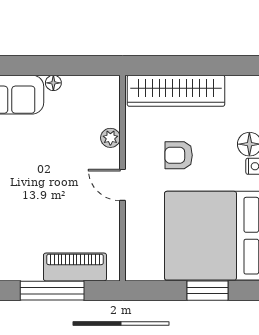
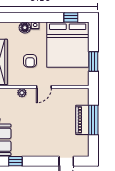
piano: (75, 267) -> (82, 120), moved
window: (207, 291) -> (93, 61), moved

